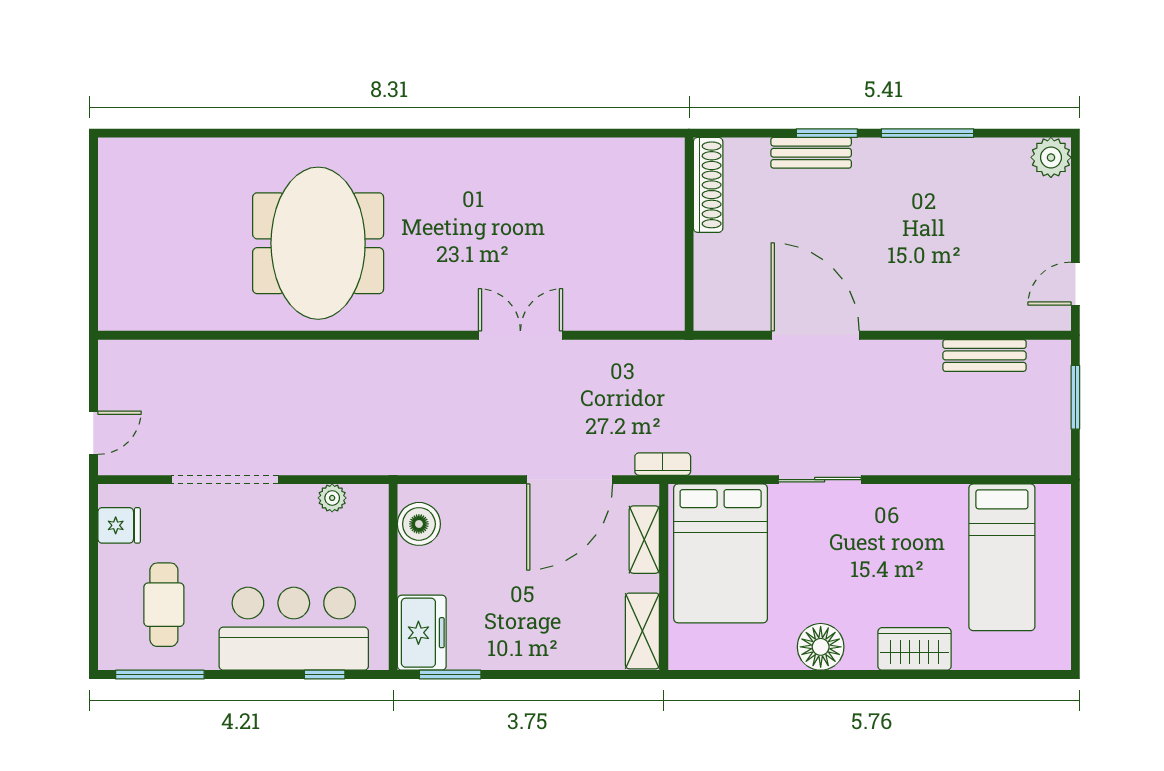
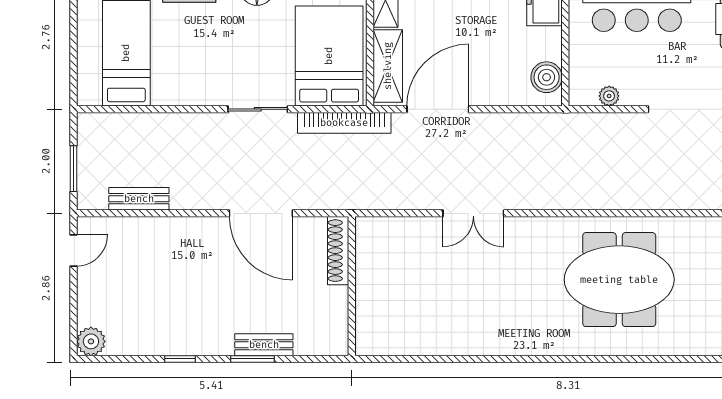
window: (927, 133) -> (180, 359), width x0.46
shoe rack: (708, 185) -> (338, 251), moved
meeting table: (318, 243) -> (619, 280), turned 90
bookcase: (663, 464) -> (344, 123), width x2.31, depth x1.31
shelving: (644, 540) -> (388, 66), width x1.50, depth x1.33

